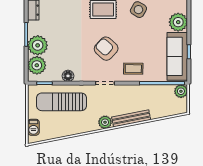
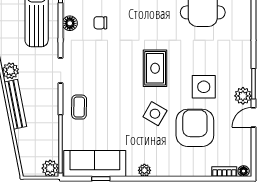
plant: (178, 22) -> (144, 170), width x0.53, depth x0.53
armchair: (106, 49) -> (105, 72), removed
chair: (68, 52) -> (100, 23), added

